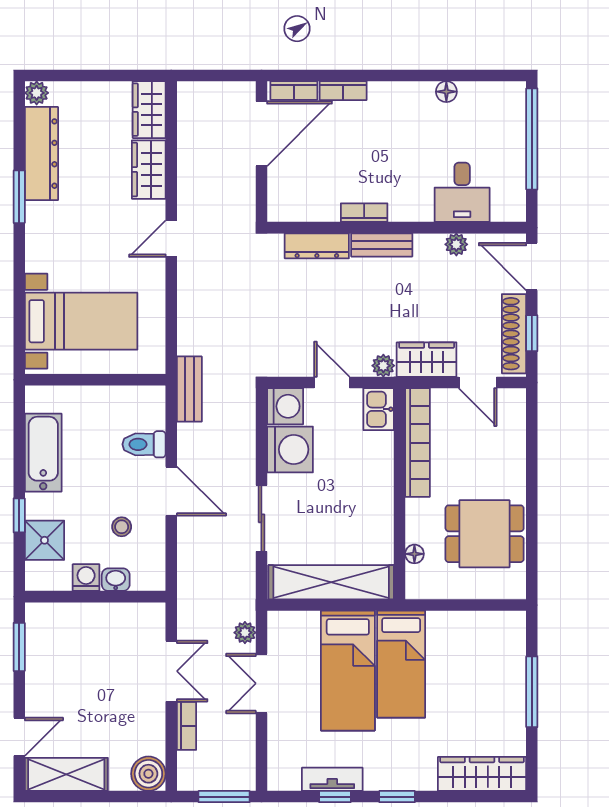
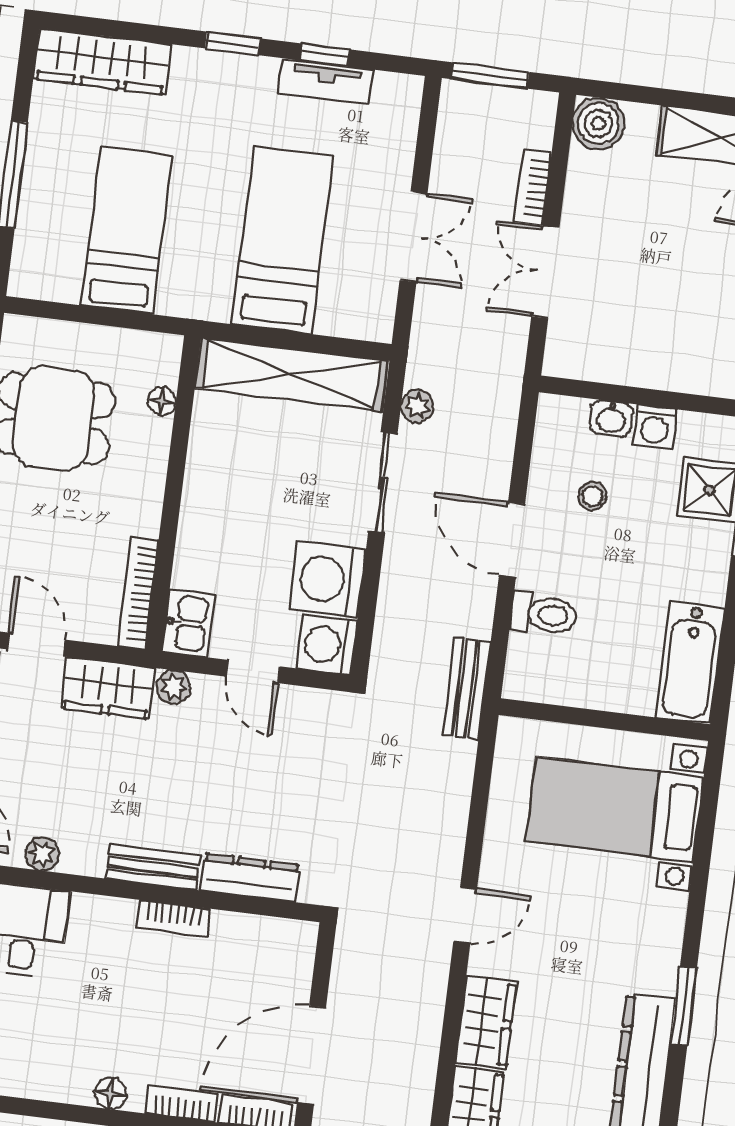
floor lamp: (446, 92) -> (111, 1093), moved
bookcase: (417, 443) -> (138, 593), width x0.68, depth x0.76
bathtub: (43, 453) -> (690, 663), moved
plant: (245, 633) -> (417, 406), moved
bed: (401, 664) -> (127, 230), moved

